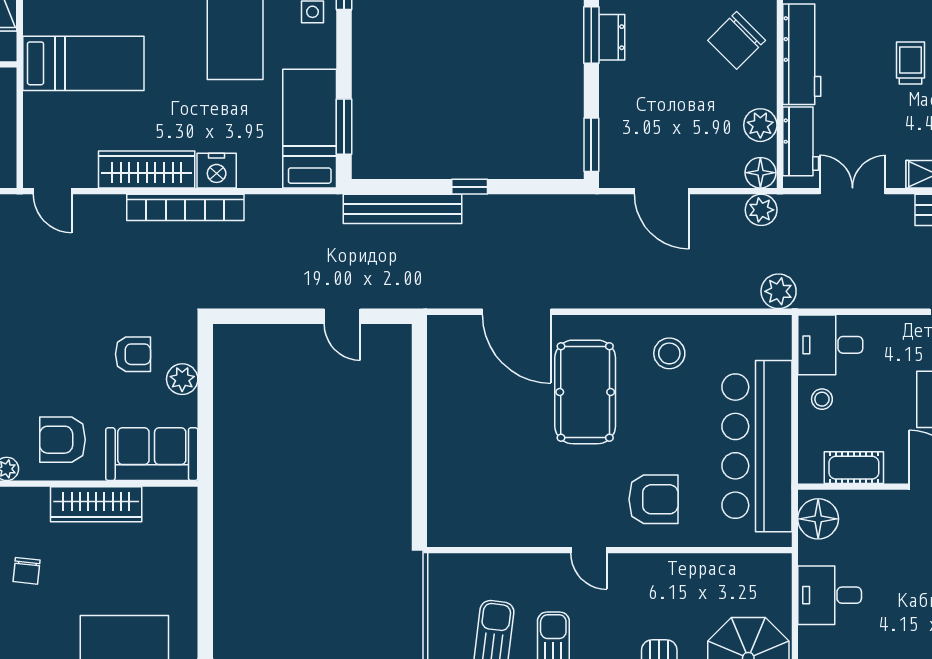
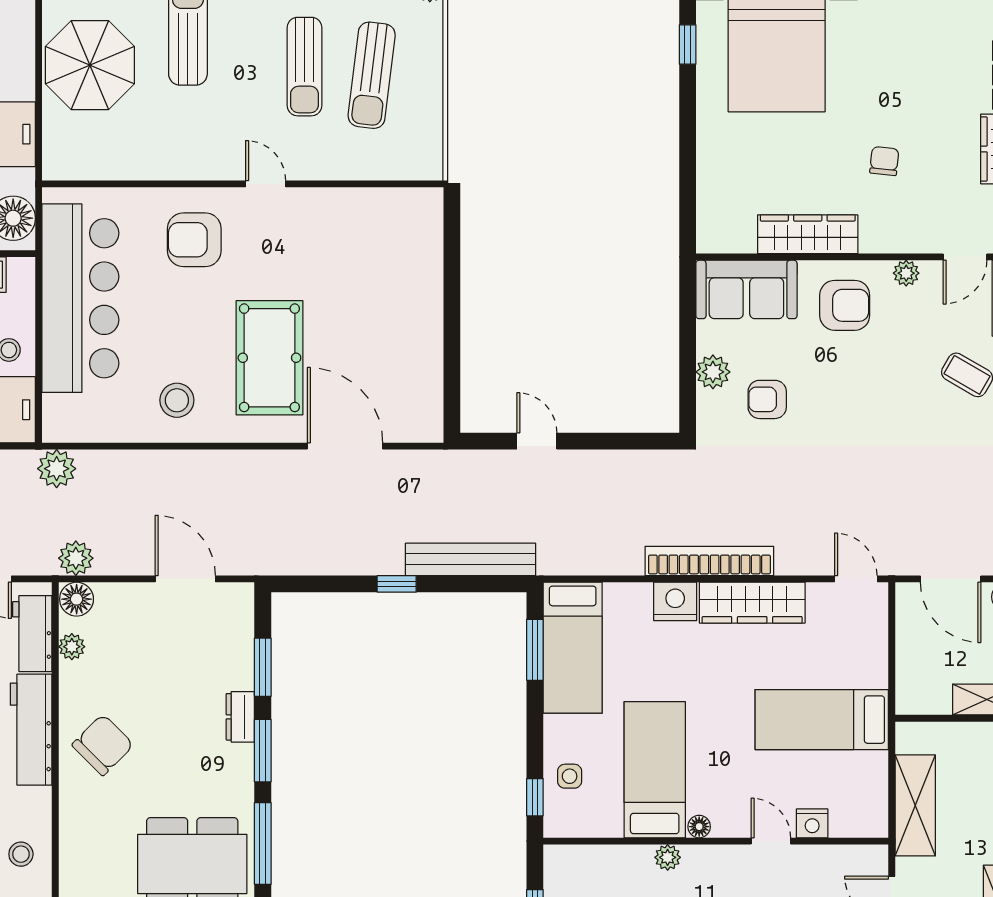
dresser: (612, 37) -> (240, 717), moved
plant: (760, 125) -> (72, 647), width x0.73, depth x0.73
window: (591, 145) -> (263, 667), moved

